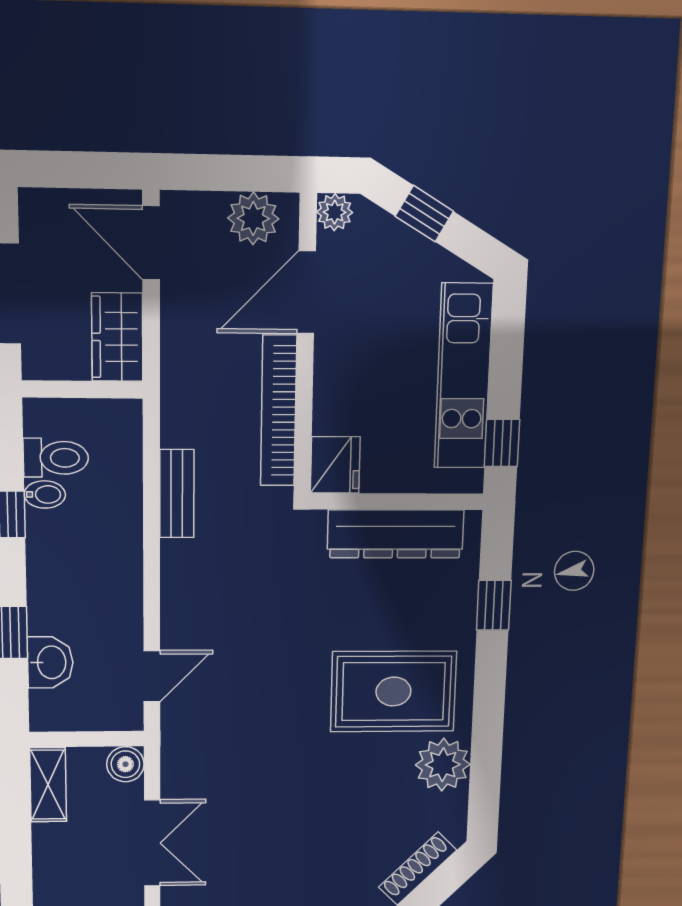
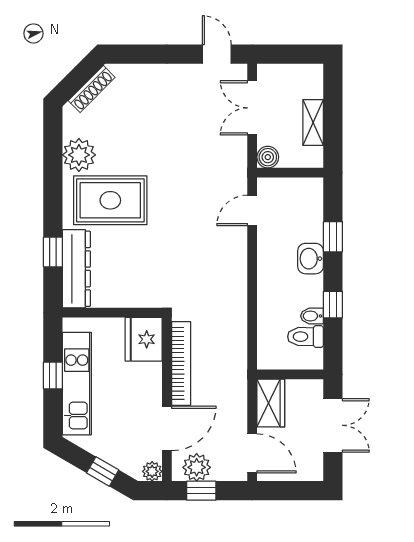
window: (245, 173) -> (201, 491), added
window: (502, 443) -> (53, 375), moved
fridge: (335, 465) -> (144, 339), width x1.36, depth x1.34
bench: (177, 494) -> (238, 317), removed
dresser: (396, 534) -> (76, 269), moved, turned 90
washbasin: (50, 662) -> (311, 259), moved
shelving: (48, 785) -> (313, 123), moved

